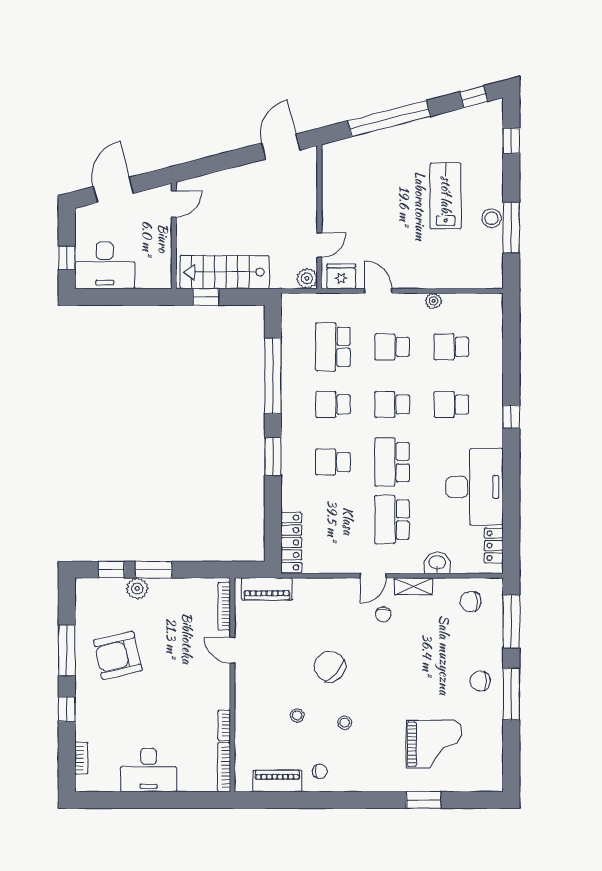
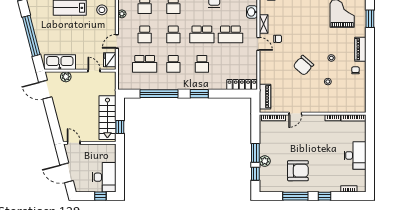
kitchen sink: (336, 176) -> (60, 62), added
stool: (441, 261) -> (102, 10), added
plant: (307, 278) -> (66, 77), moved
armchair: (118, 655) -> (298, 171), turned -77
piano: (277, 781) -> (360, 49), moved

